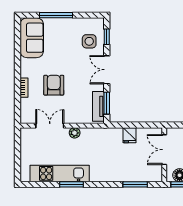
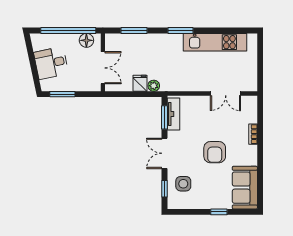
window: (56, 15) -> (219, 212), width x0.46
double door: (107, 70) -> (164, 153), swing flipped
armchair: (54, 85) -> (215, 152), moved
plant: (75, 133) -> (154, 86), moved
window: (71, 184) -> (181, 30), moved

